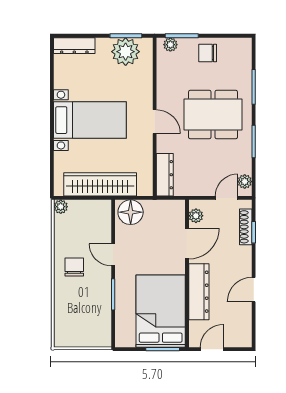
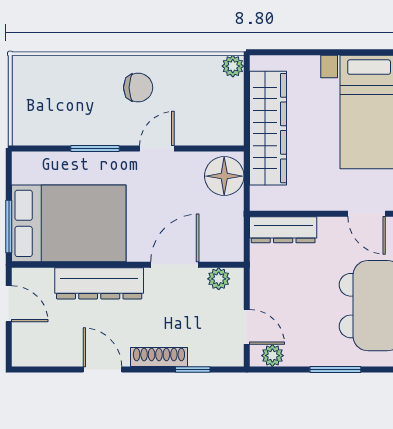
door: (155, 122) -> (367, 214), hinge flipped
shoe rack: (246, 227) -> (159, 357), moved
door: (187, 244) -> (175, 265), swing flipped

